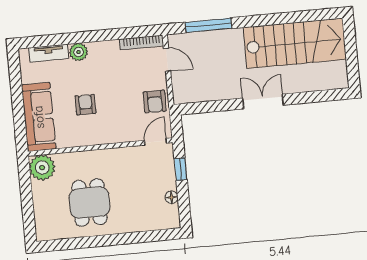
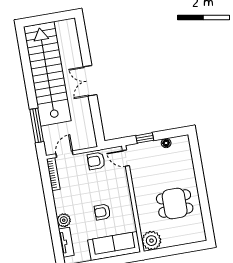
stairs: (295, 43) -> (47, 74), width x1.36
armchair: (155, 102) -> (96, 161), turned 180

